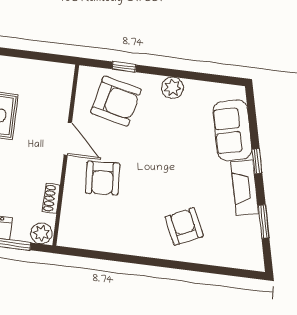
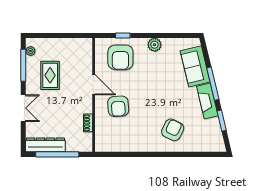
armchair: (116, 101) -> (120, 57), turned 77
window: (257, 161) -> (213, 84), width x2.17
armchair: (184, 226) -> (173, 130), turned 51
plant: (41, 233) -> (85, 145), removed

